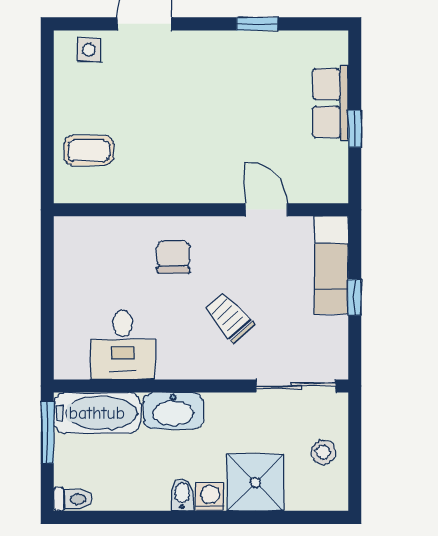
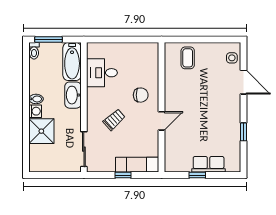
door: (266, 210) -> (162, 121), moved
window: (47, 432) -> (48, 39), moved
stool: (323, 452) -> (55, 161), removed

